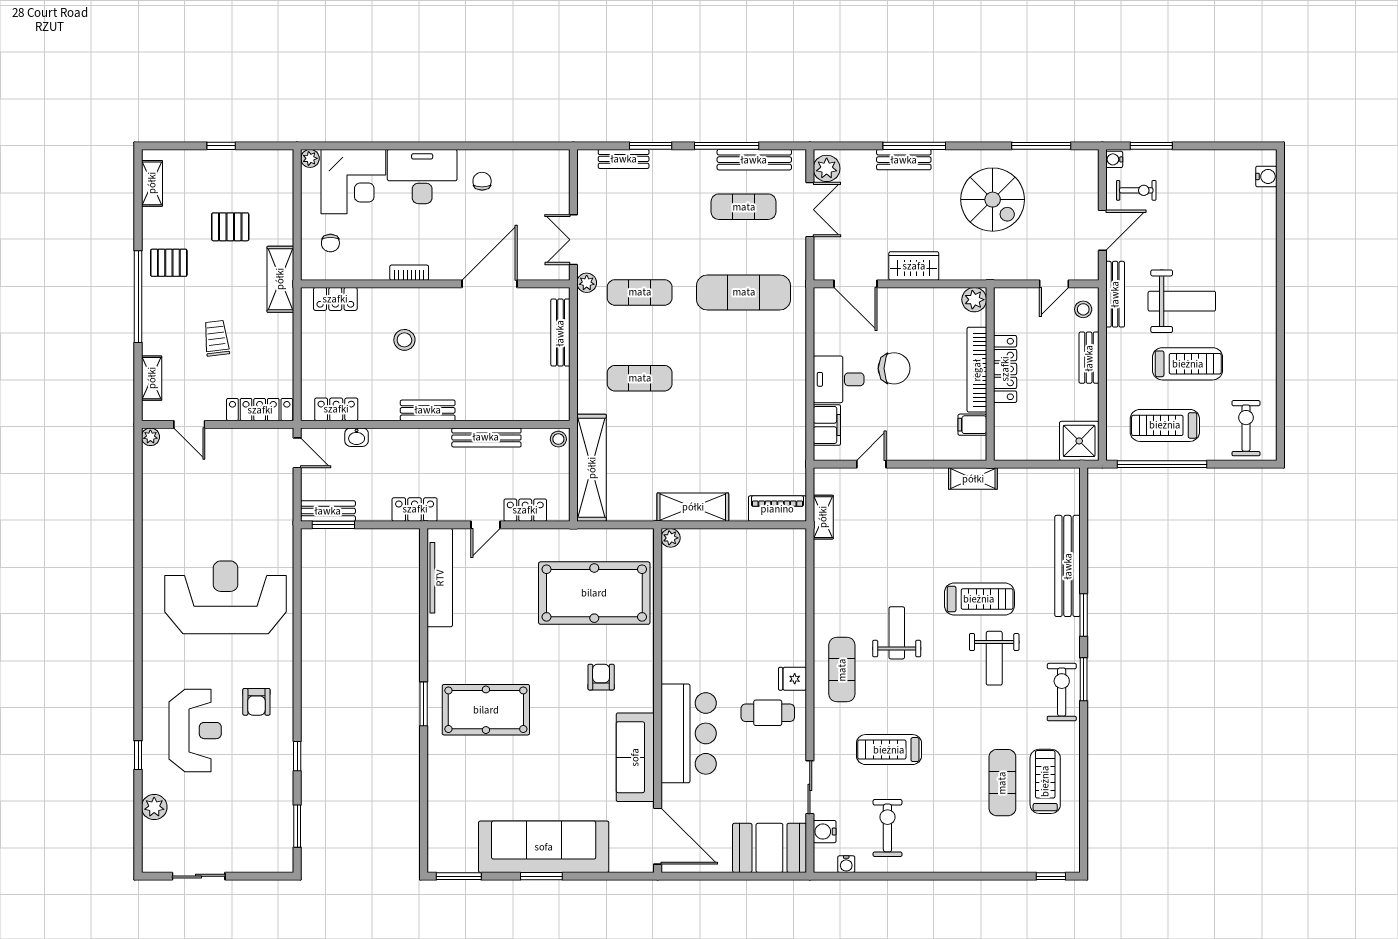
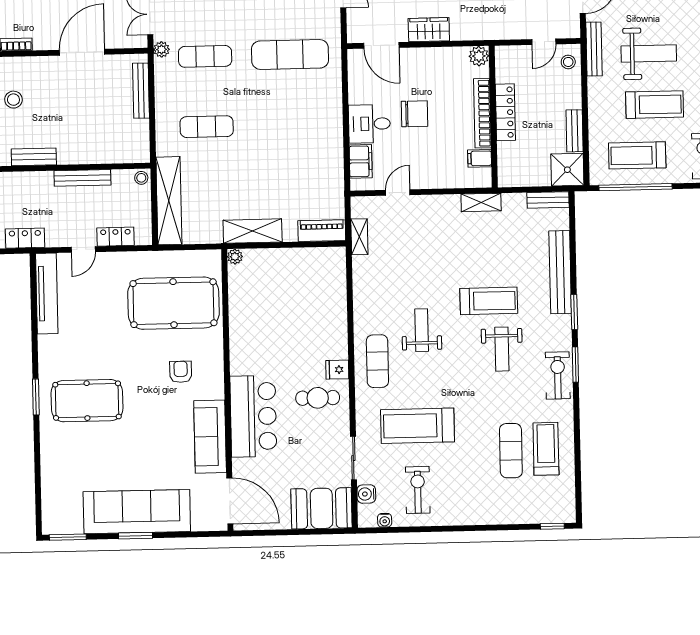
bench: (1089, 358) -> (575, 131), moved
bench: (1055, 477) -> (548, 200), added
treadmill: (889, 750) -> (418, 426), width x1.37, depth x1.38

